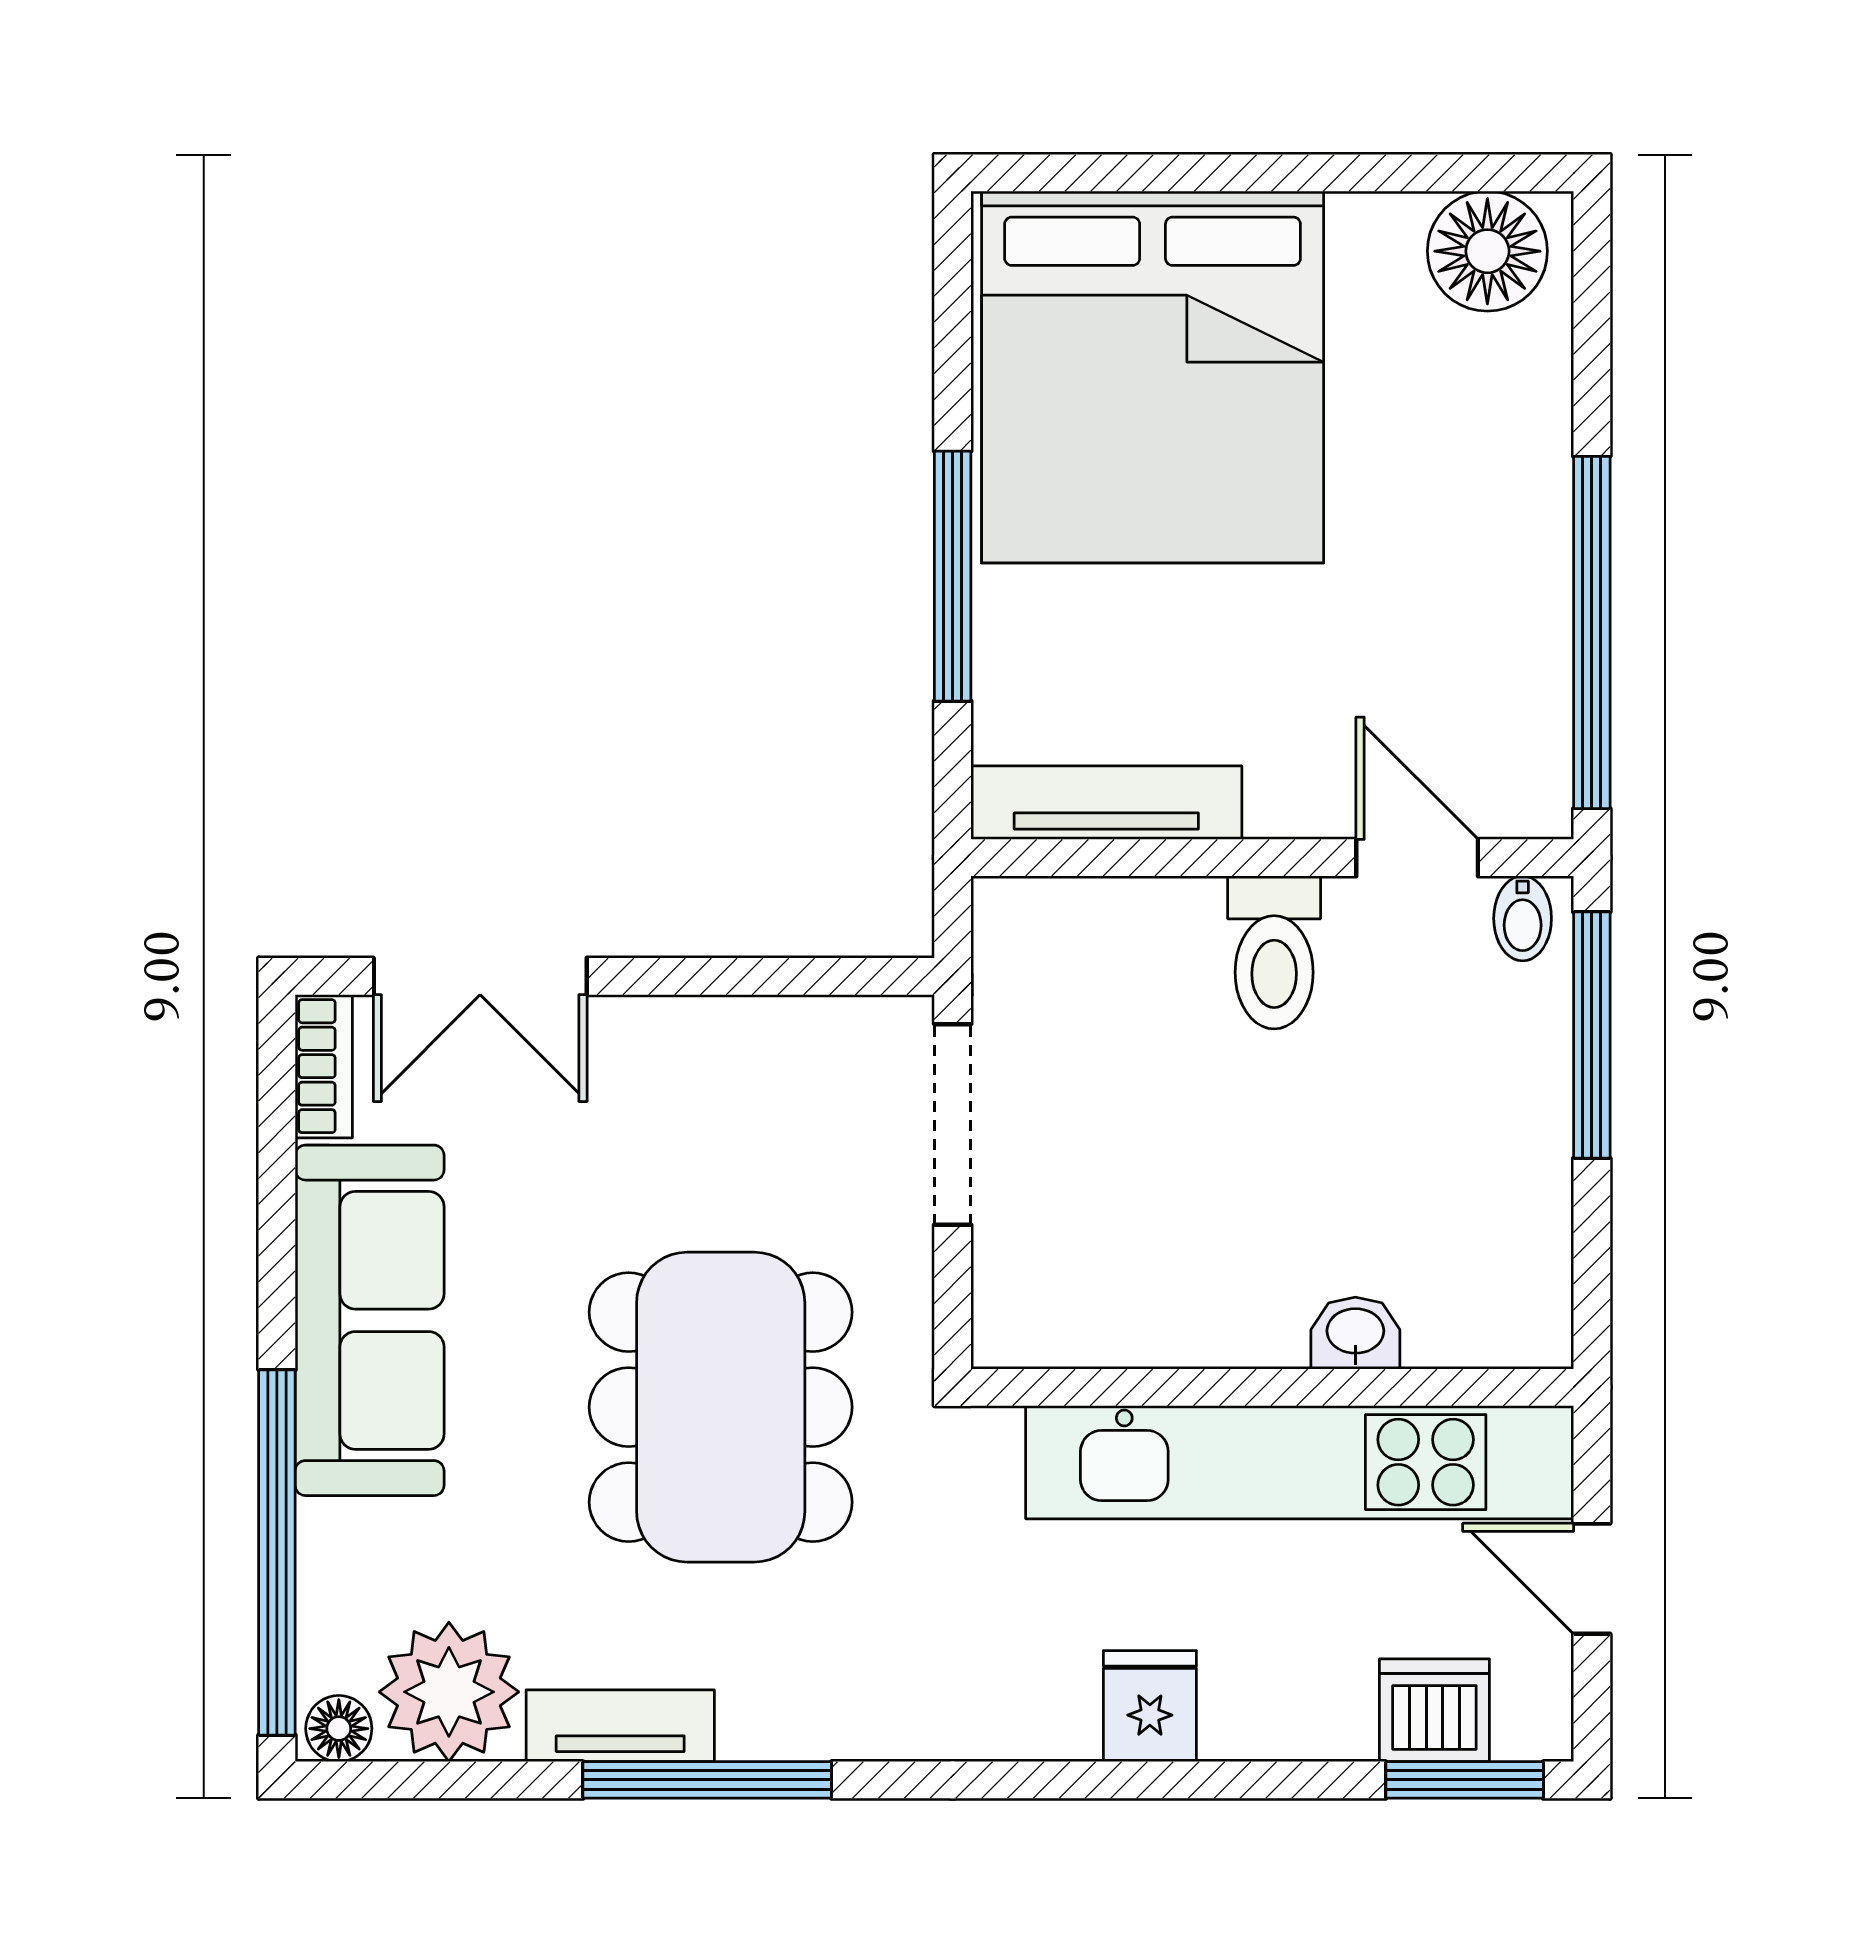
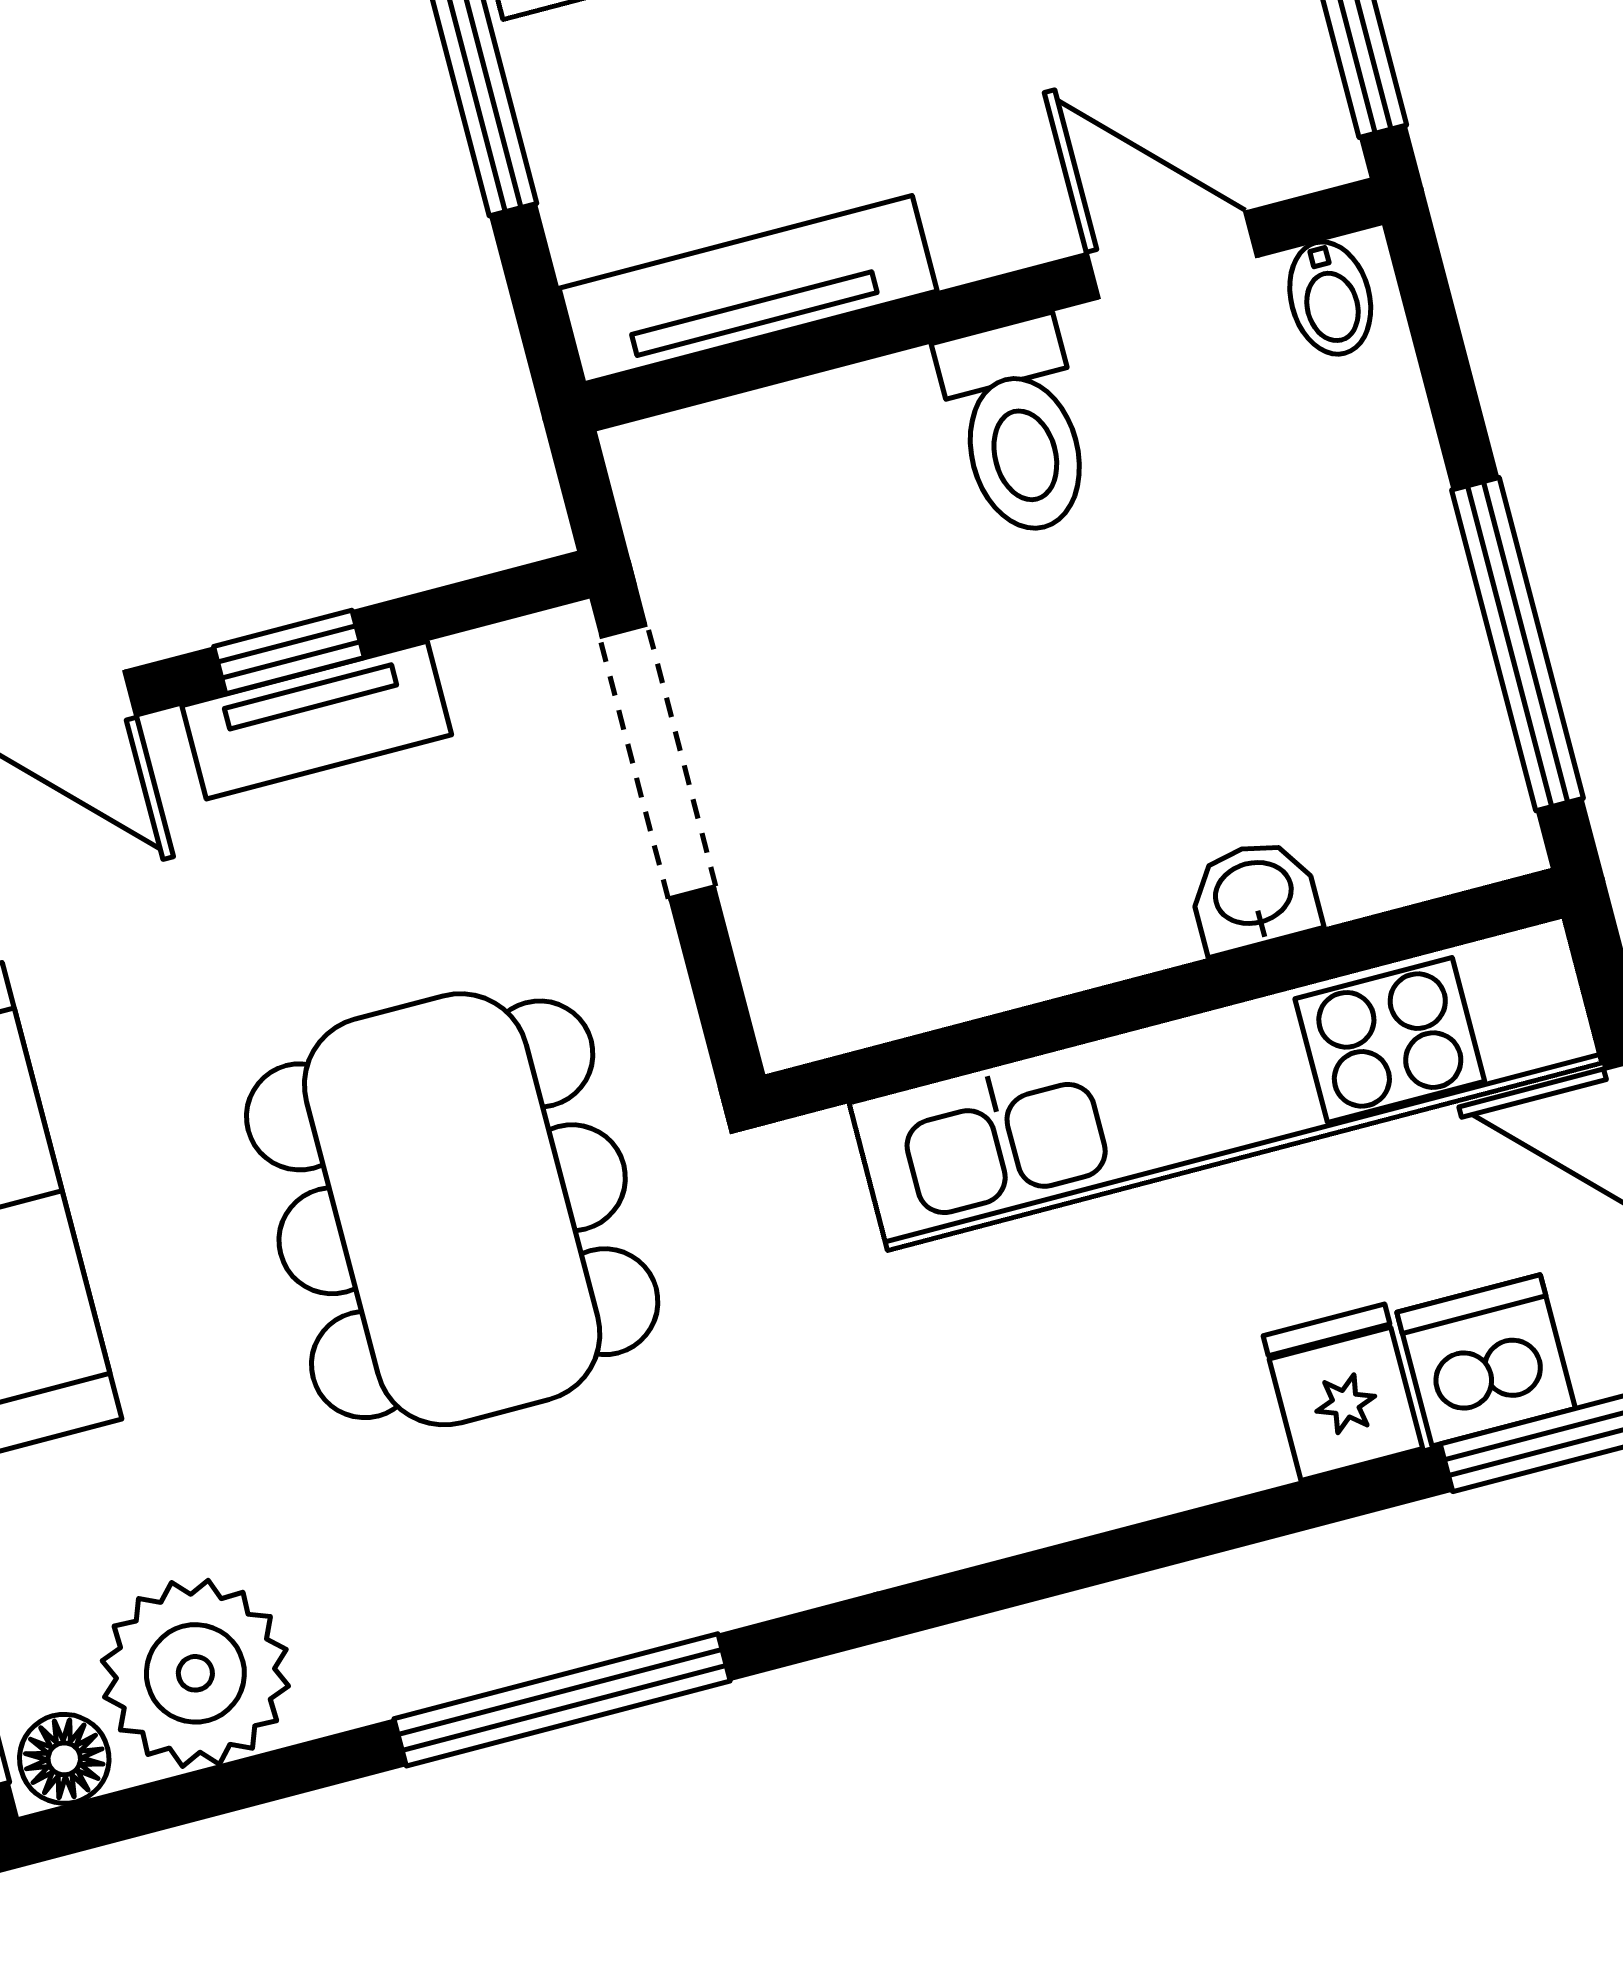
window: (708, 976) -> (289, 652), added
window: (1592, 1035) -> (1517, 644), moved
fridge: (1150, 1706) -> (1343, 1392), moved
tv unit: (620, 1726) -> (317, 720), moved, turned 180

